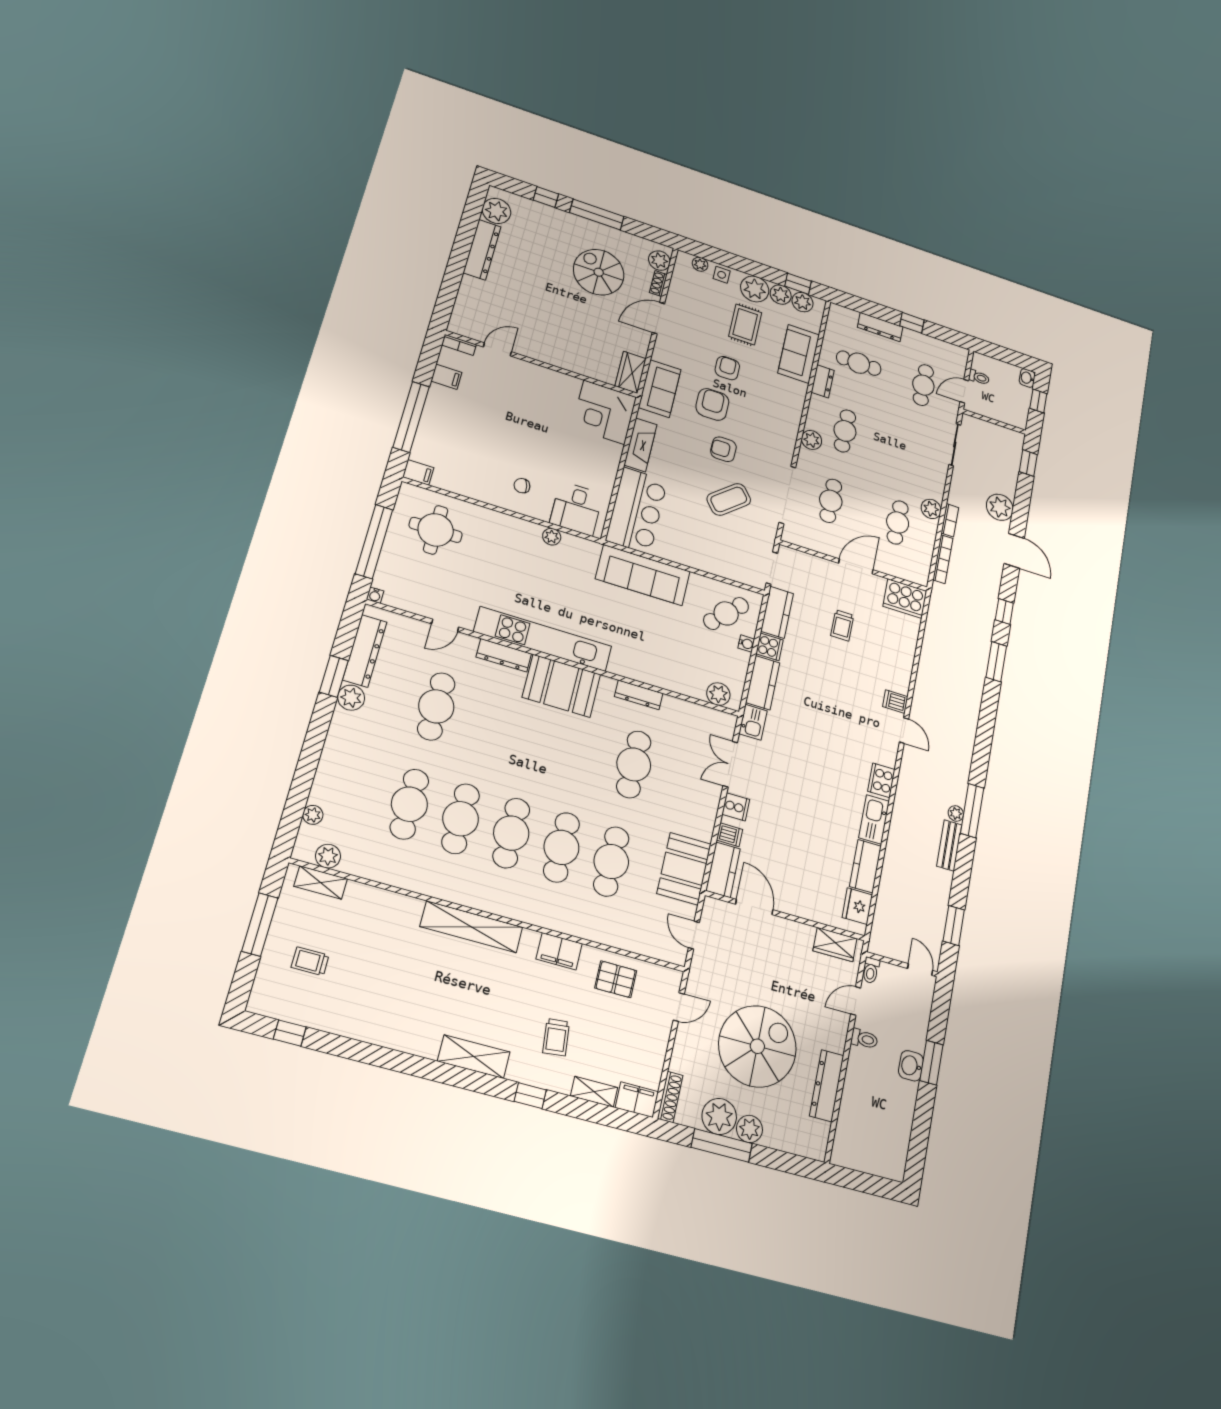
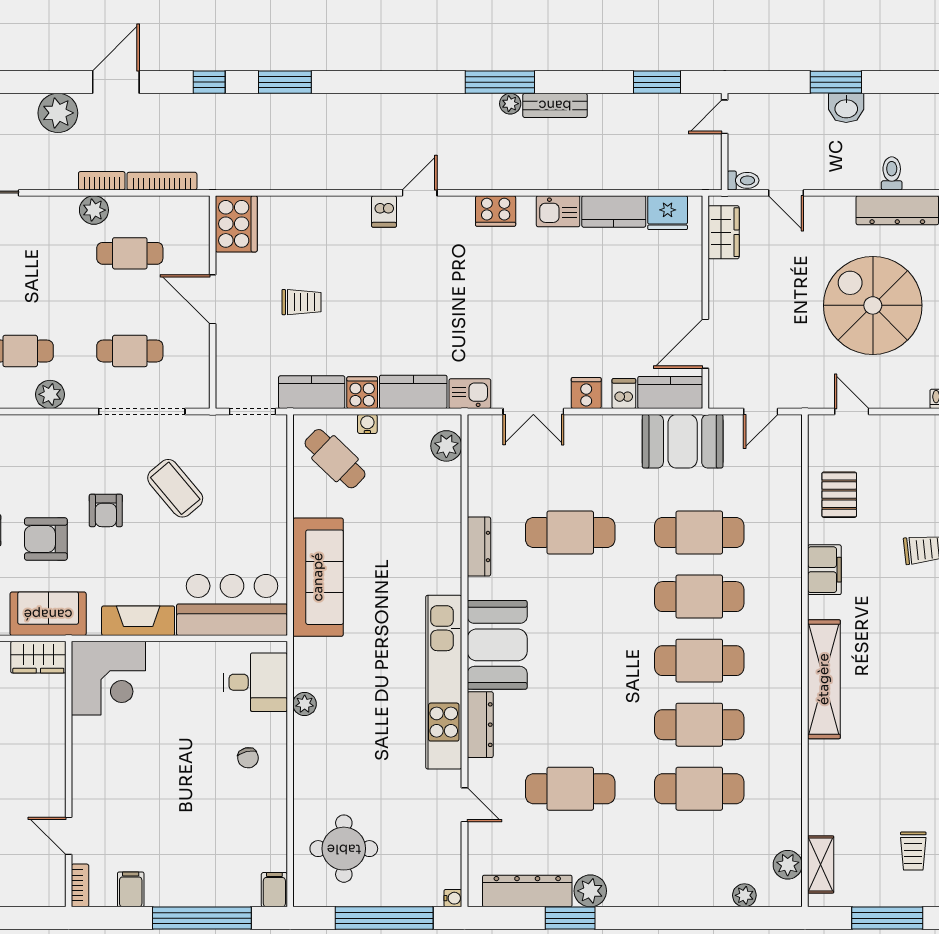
kitchen sink: (874, 819) -> (558, 211), width x0.73
toilet: (864, 1039) -> (892, 173), moved

